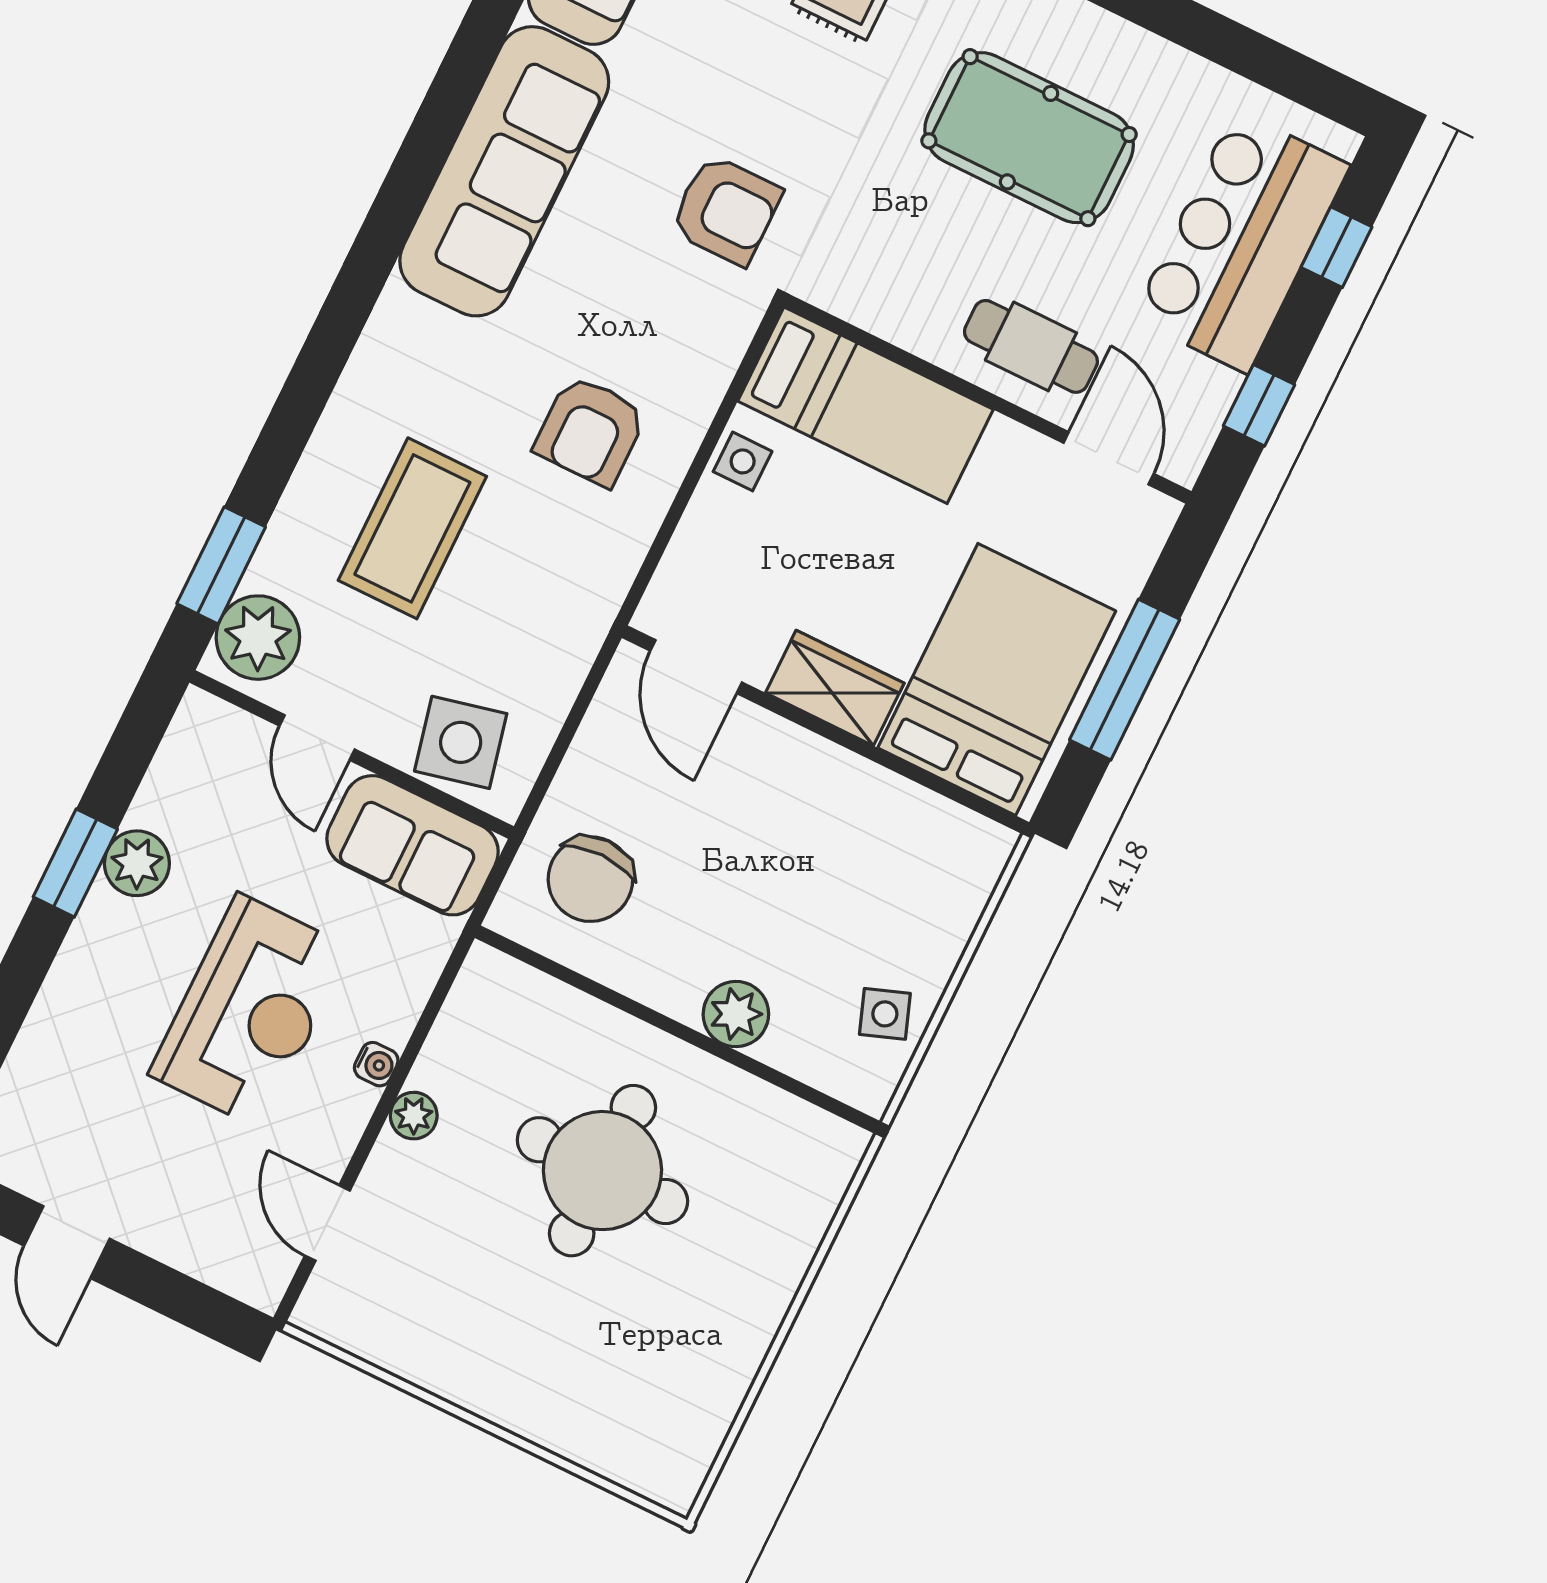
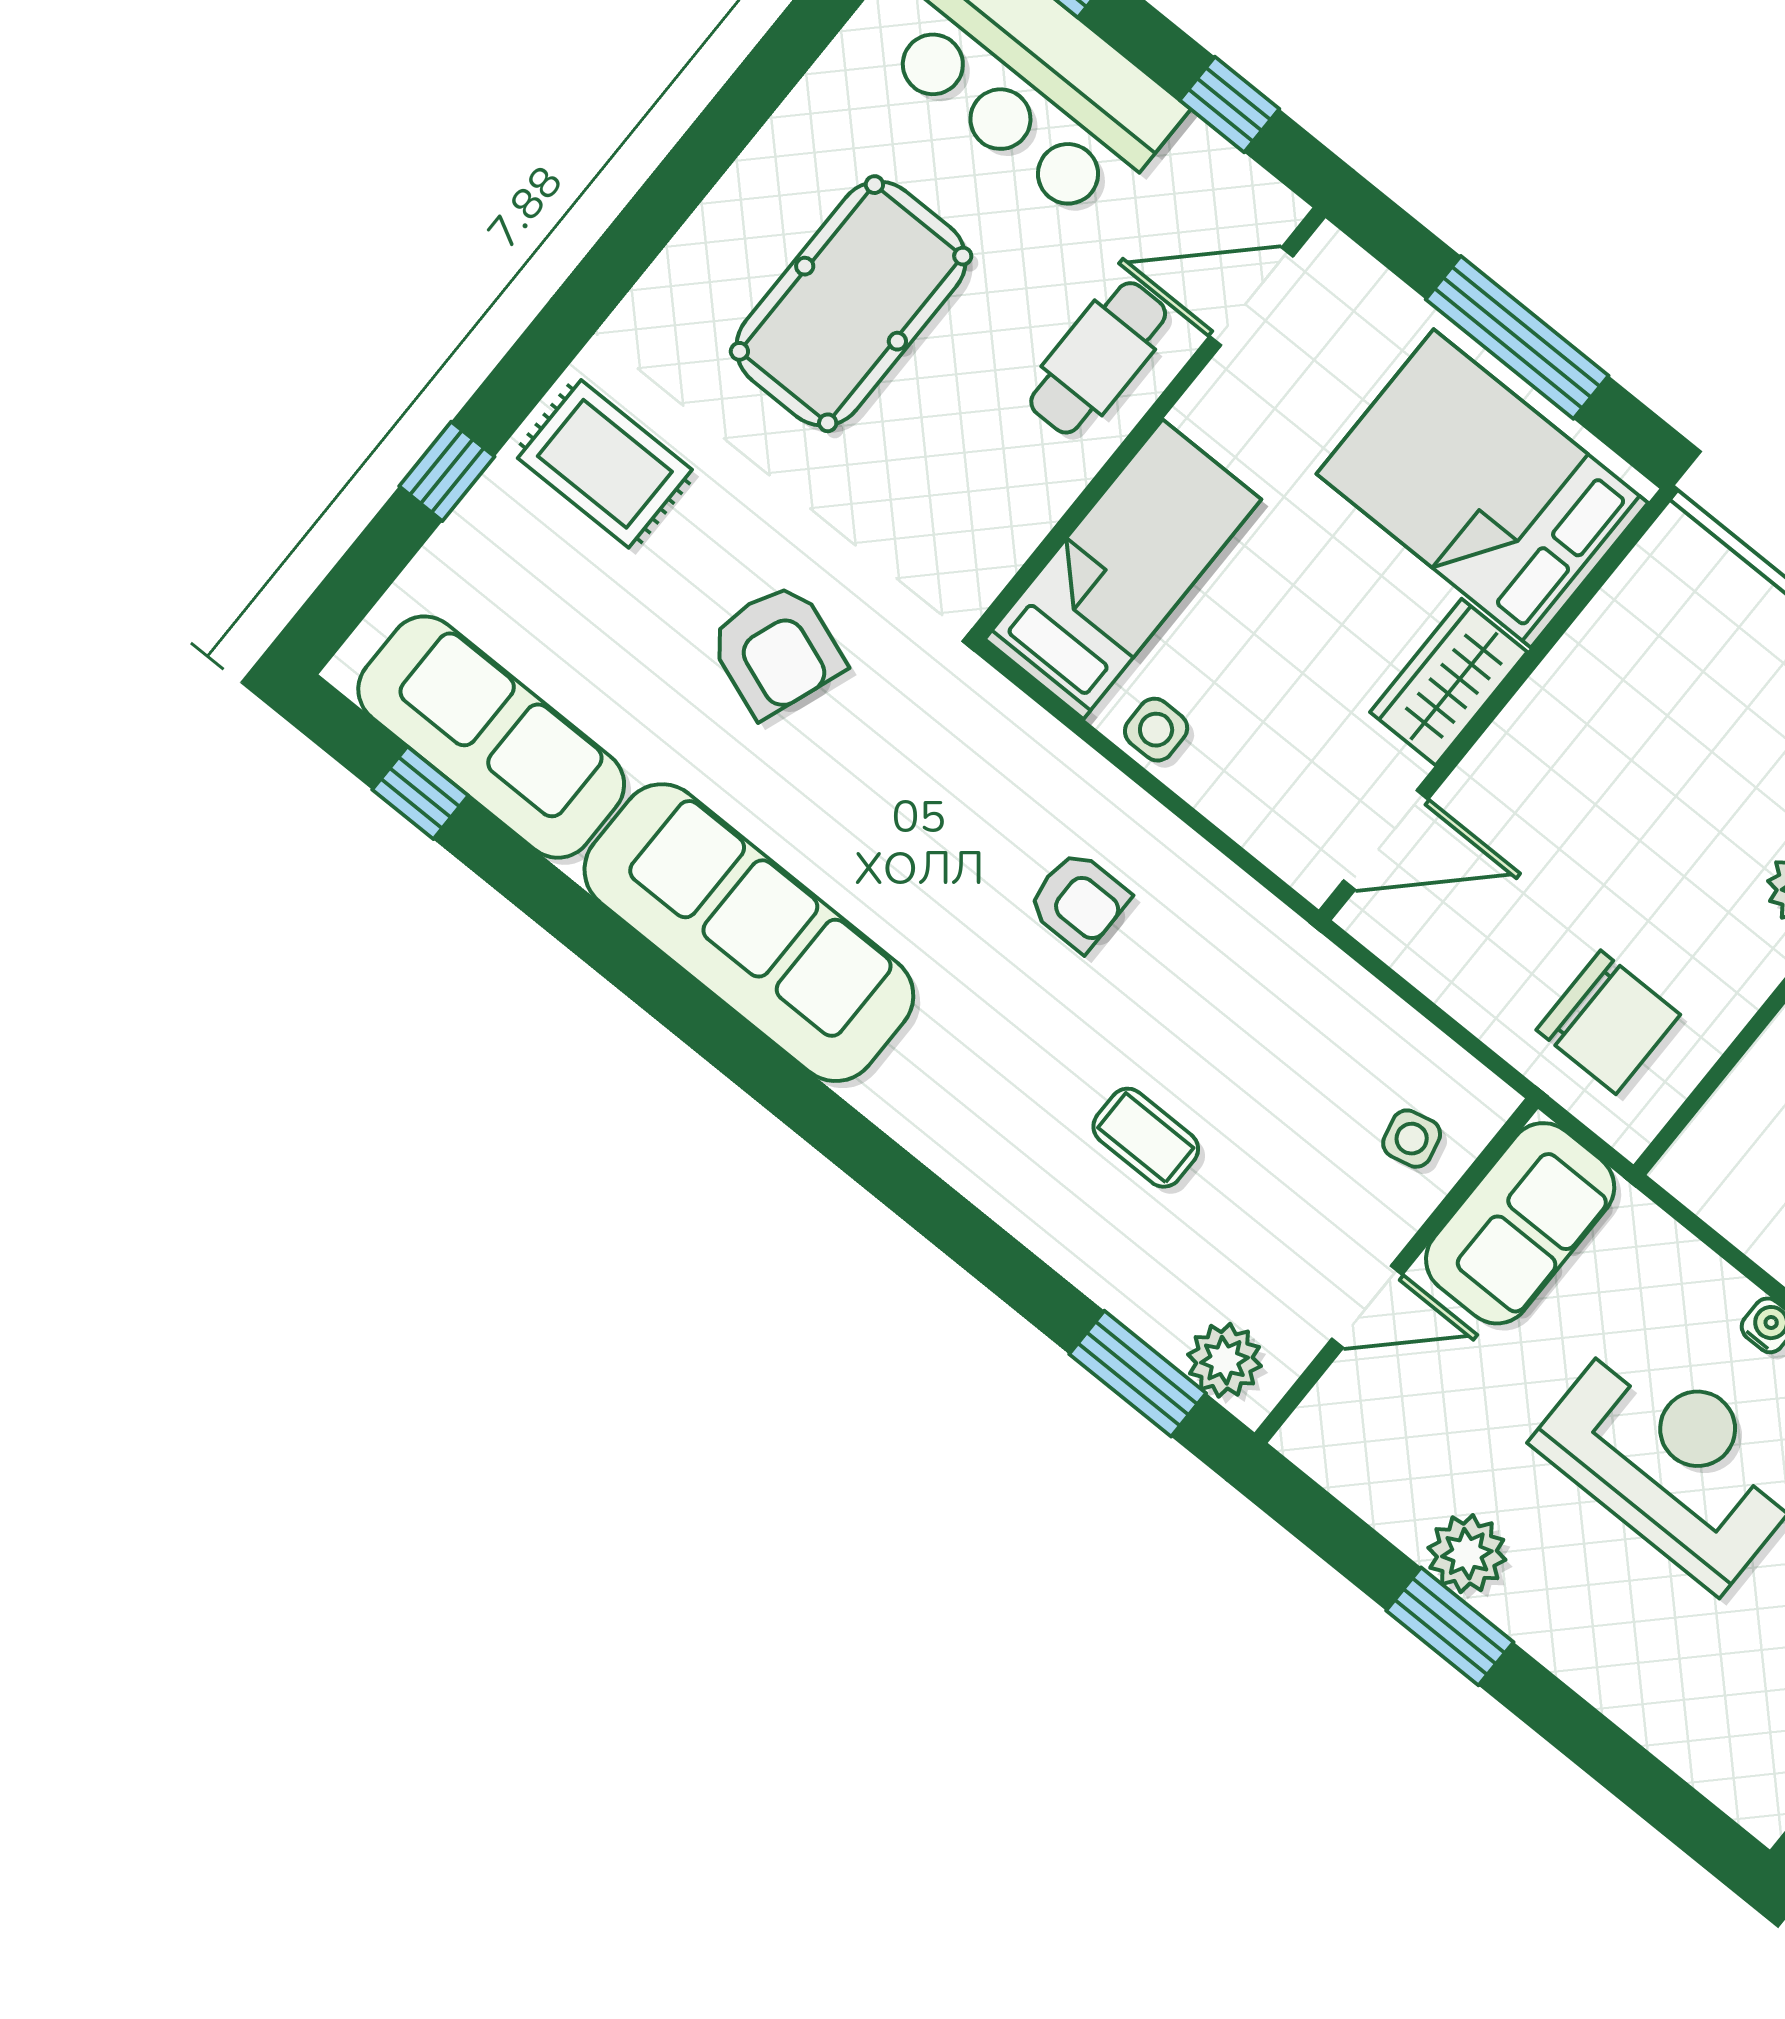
armchair: (726, 210) -> (776, 650), moved, turned 110
armchair: (590, 431) -> (1079, 901), width x0.72, depth x0.72
coffee table: (412, 528) -> (1146, 1138), width x0.54, depth x0.58
plant: (258, 638) -> (1224, 1360), width x0.73, depth x0.73
side table: (461, 742) -> (1412, 1139), width x0.54, depth x0.54

